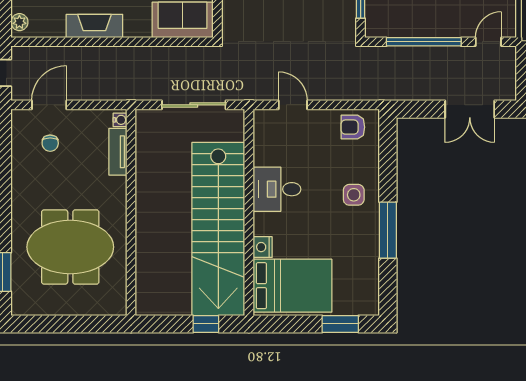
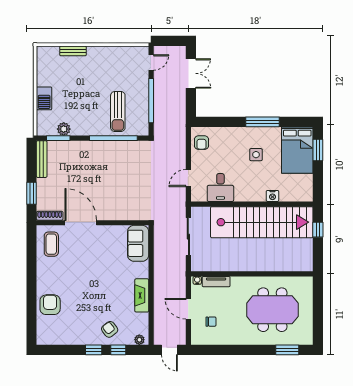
door: (488, 42) -> (151, 62), swing flipped
door: (49, 105) -> (188, 309), moved
desk: (277, 189) -> (220, 187), moved
side table: (354, 195) -> (256, 155), moved
meeting table: (70, 247) -> (272, 310), turned 90
bed: (292, 286) -> (297, 150), moved, turned 180

